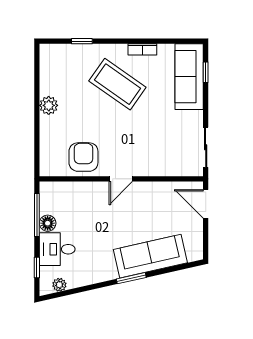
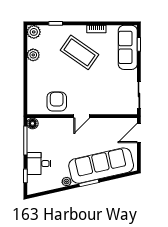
plant: (49, 54) -> (34, 32), added
plant: (49, 105) -> (33, 55), moved
door: (206, 204) -> (139, 133), hinge flipped
floor lamp: (48, 223) -> (33, 123), moved
sofa: (150, 256) -> (101, 166), width x1.36, depth x1.27
plant: (59, 285) -> (66, 182), moved

